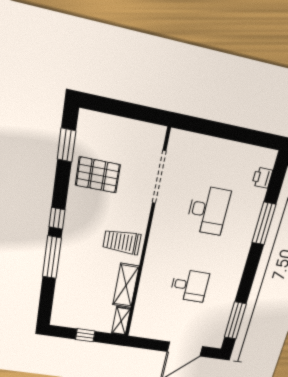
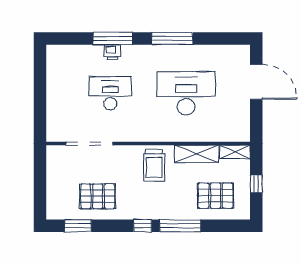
pallet: (98, 175) -> (98, 196), turned 90
printer: (262, 178) -> (112, 52), moved
desk: (189, 285) -> (186, 93), width x1.87, depth x1.30
pallet: (79, 297) -> (216, 196), added
window: (235, 321) -> (172, 38), moved

